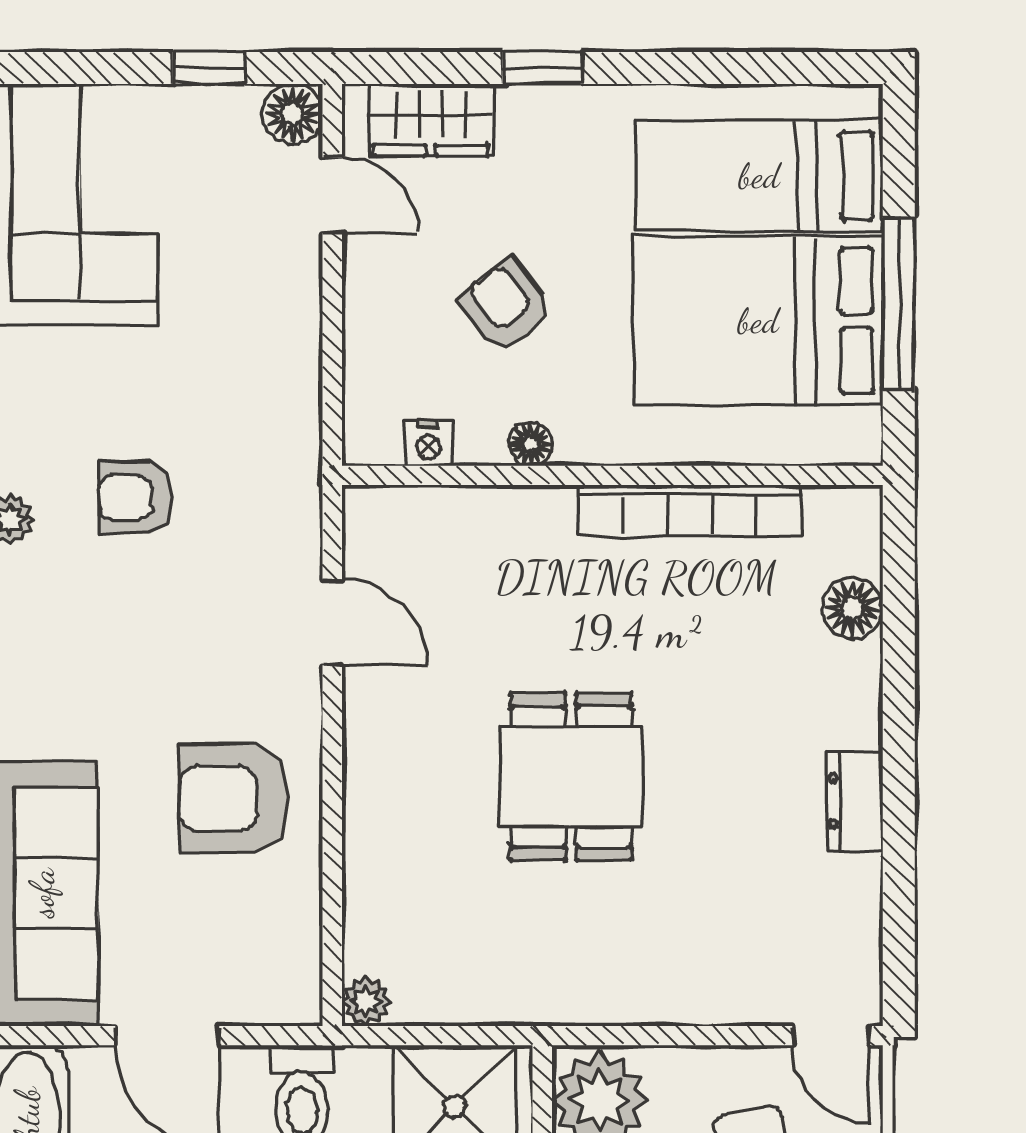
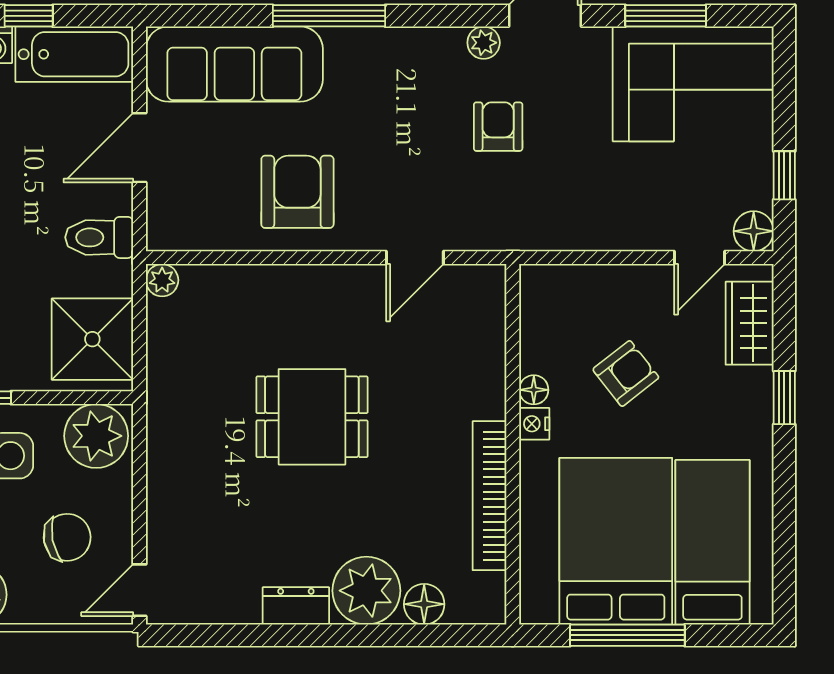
nightstand: (429, 443) -> (534, 424), moved
plant: (832, 695) -> (366, 591), added

